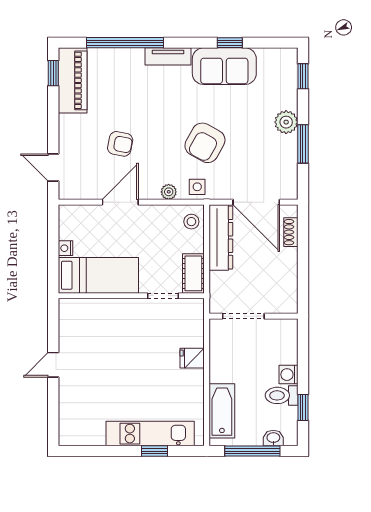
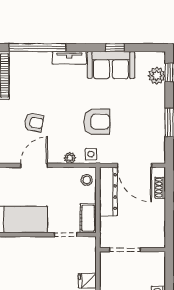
plant: (286, 122) -> (157, 76), moved
armchair: (205, 143) -> (97, 122), turned -119

